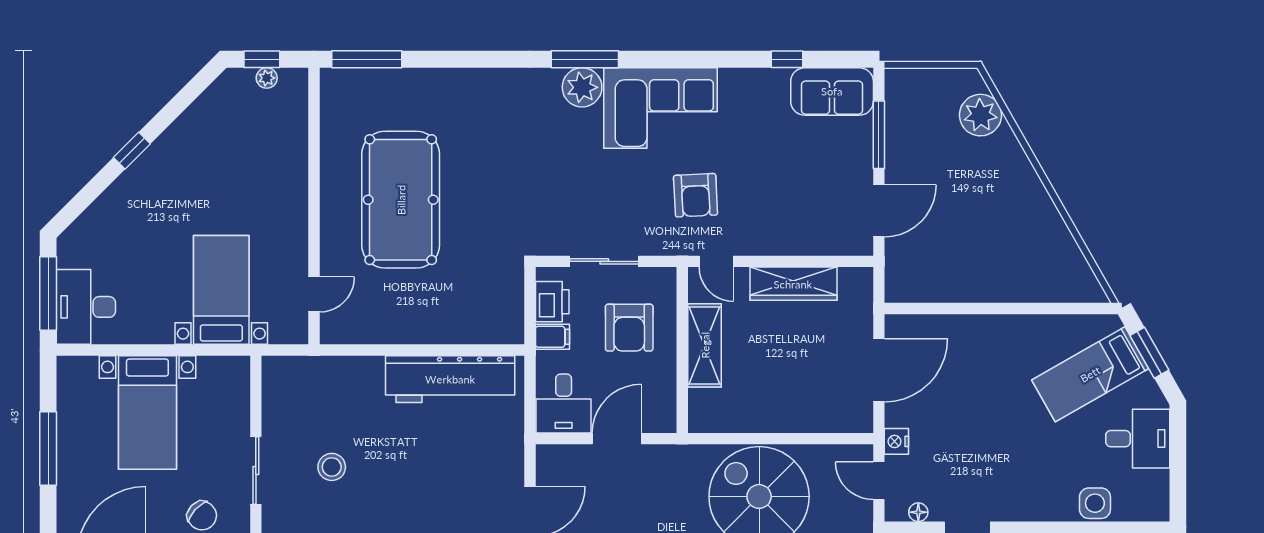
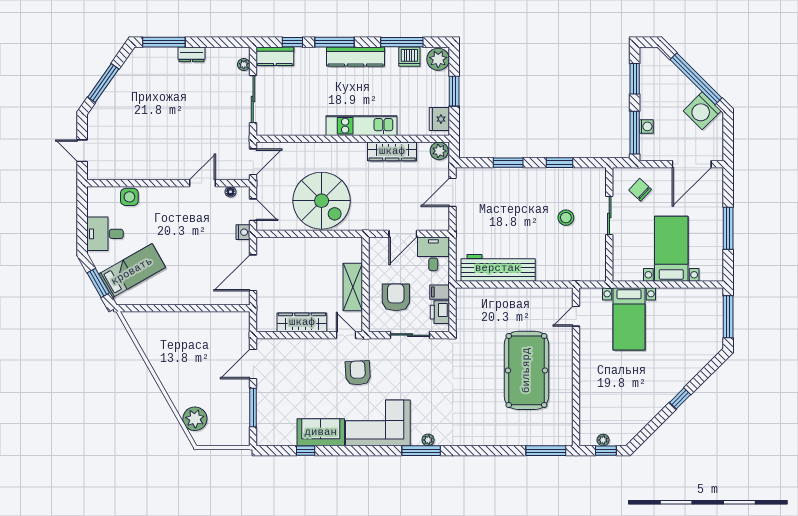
plant: (582, 87) -> (428, 440), width x0.53, depth x0.53
sofa: (832, 91) -> (321, 432), moved
desk: (86, 307) -> (706, 309), removed

